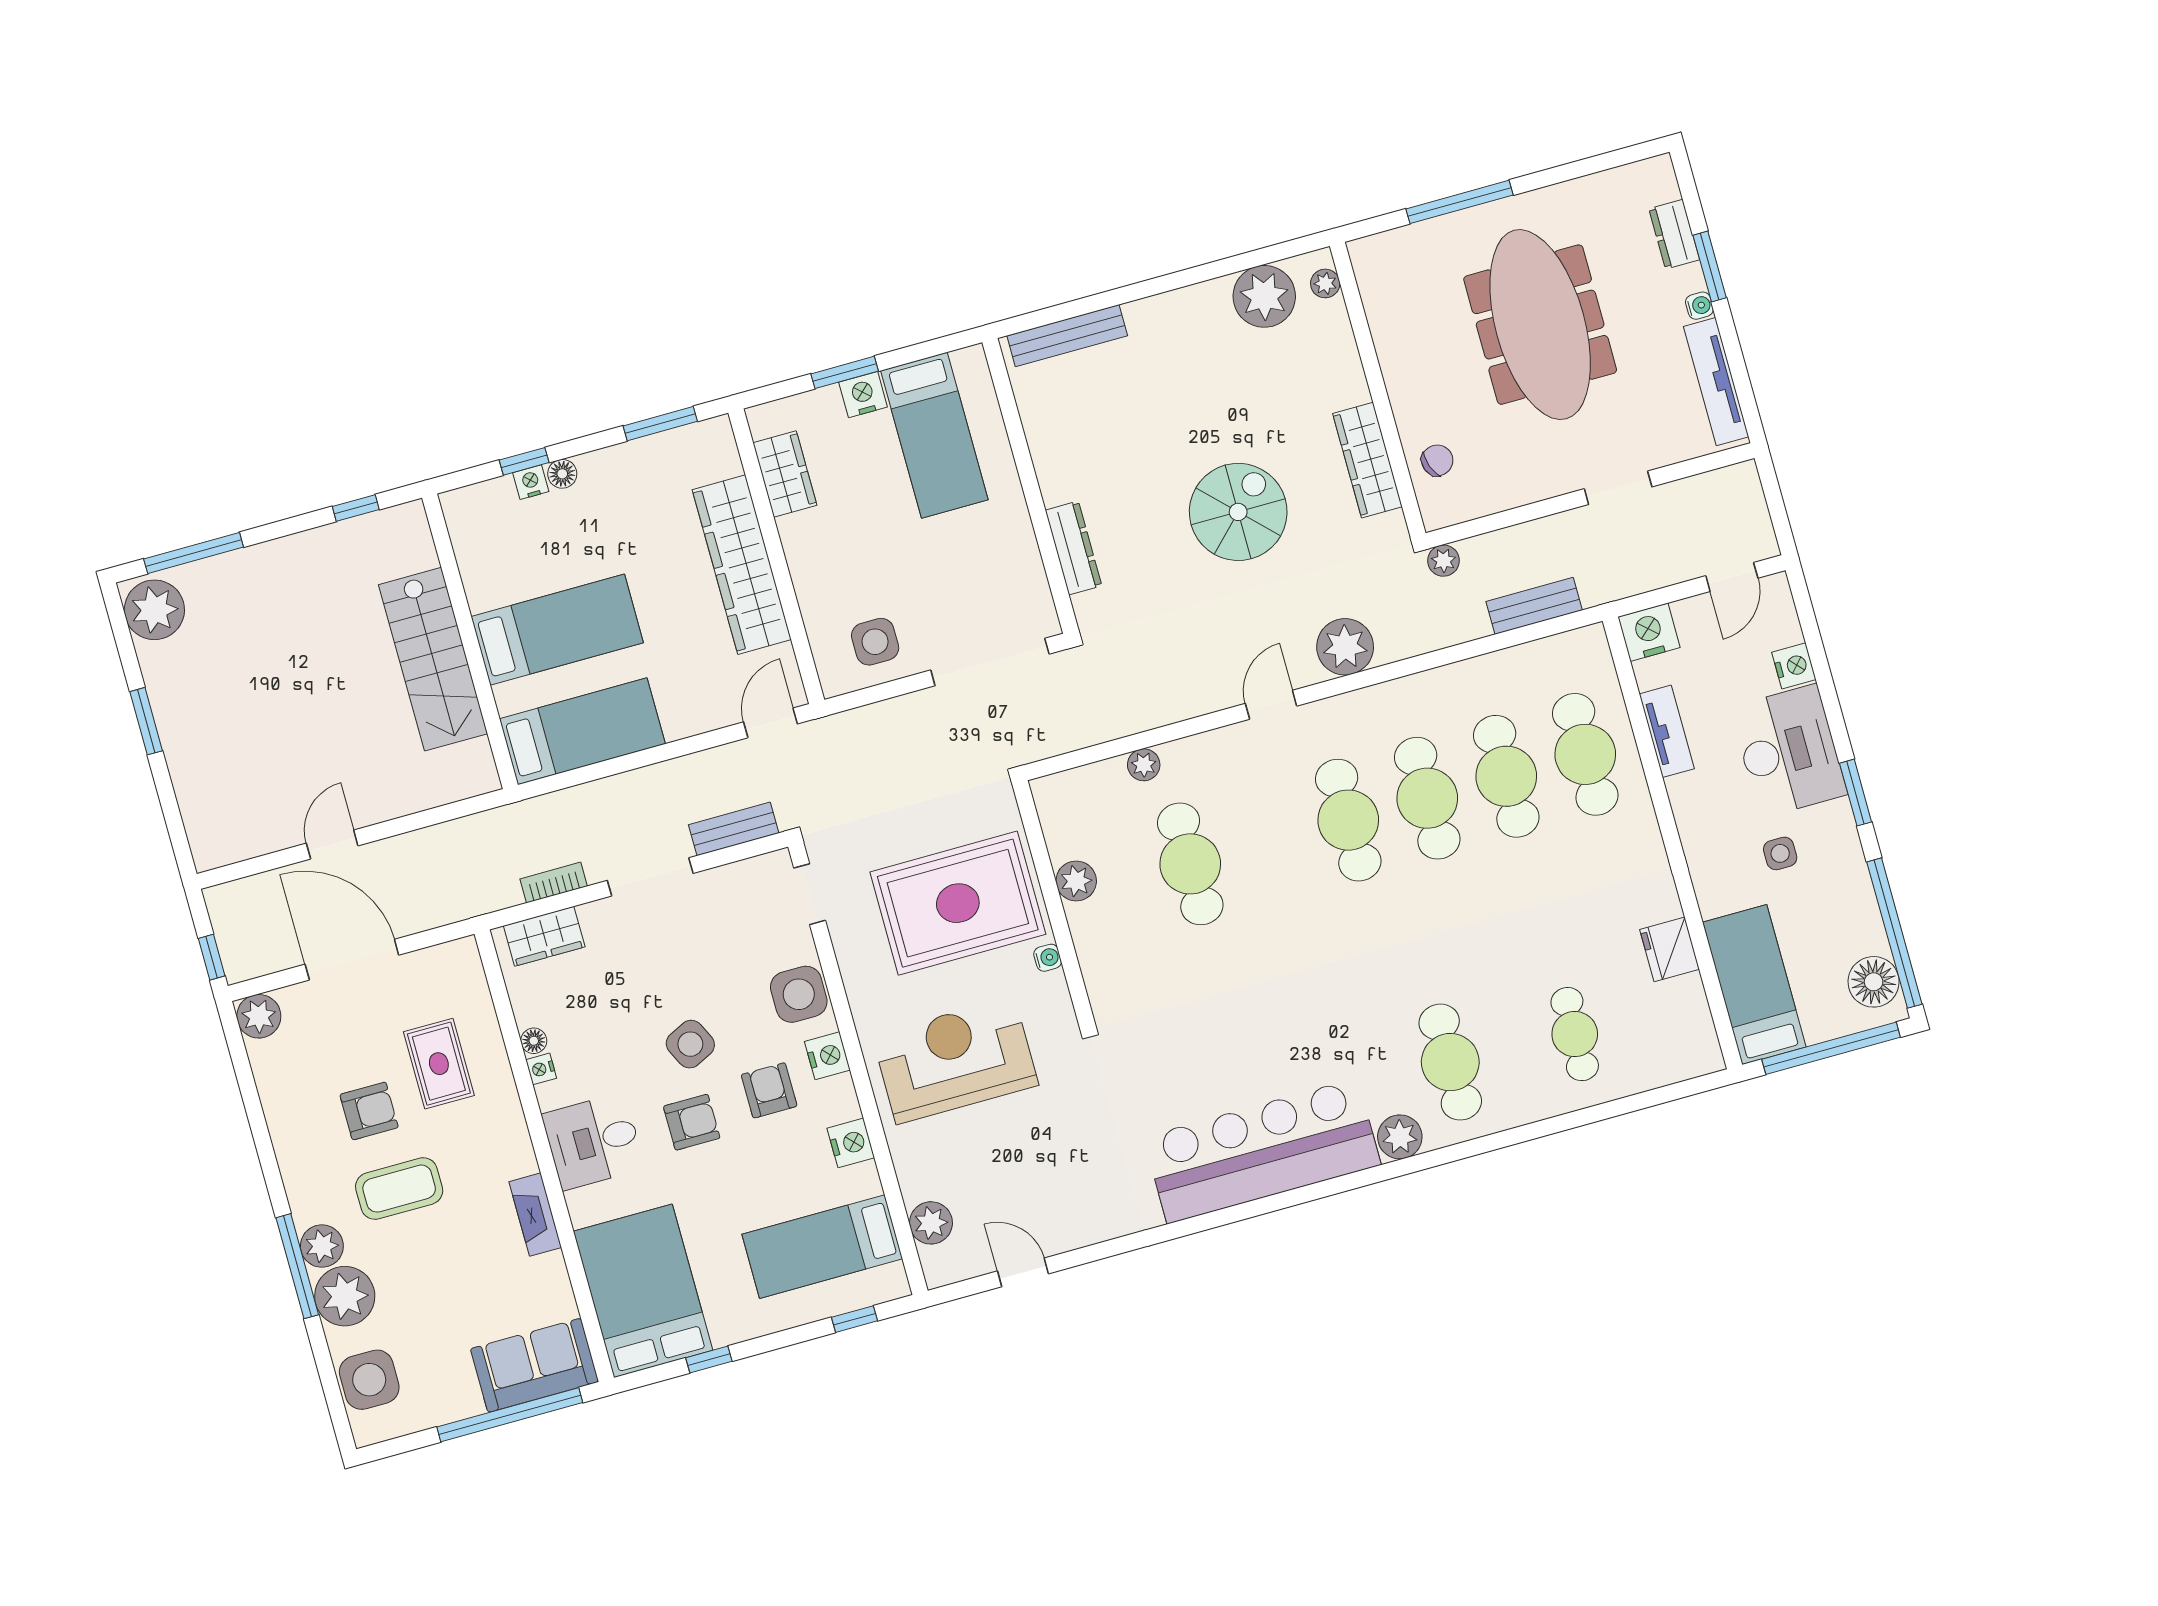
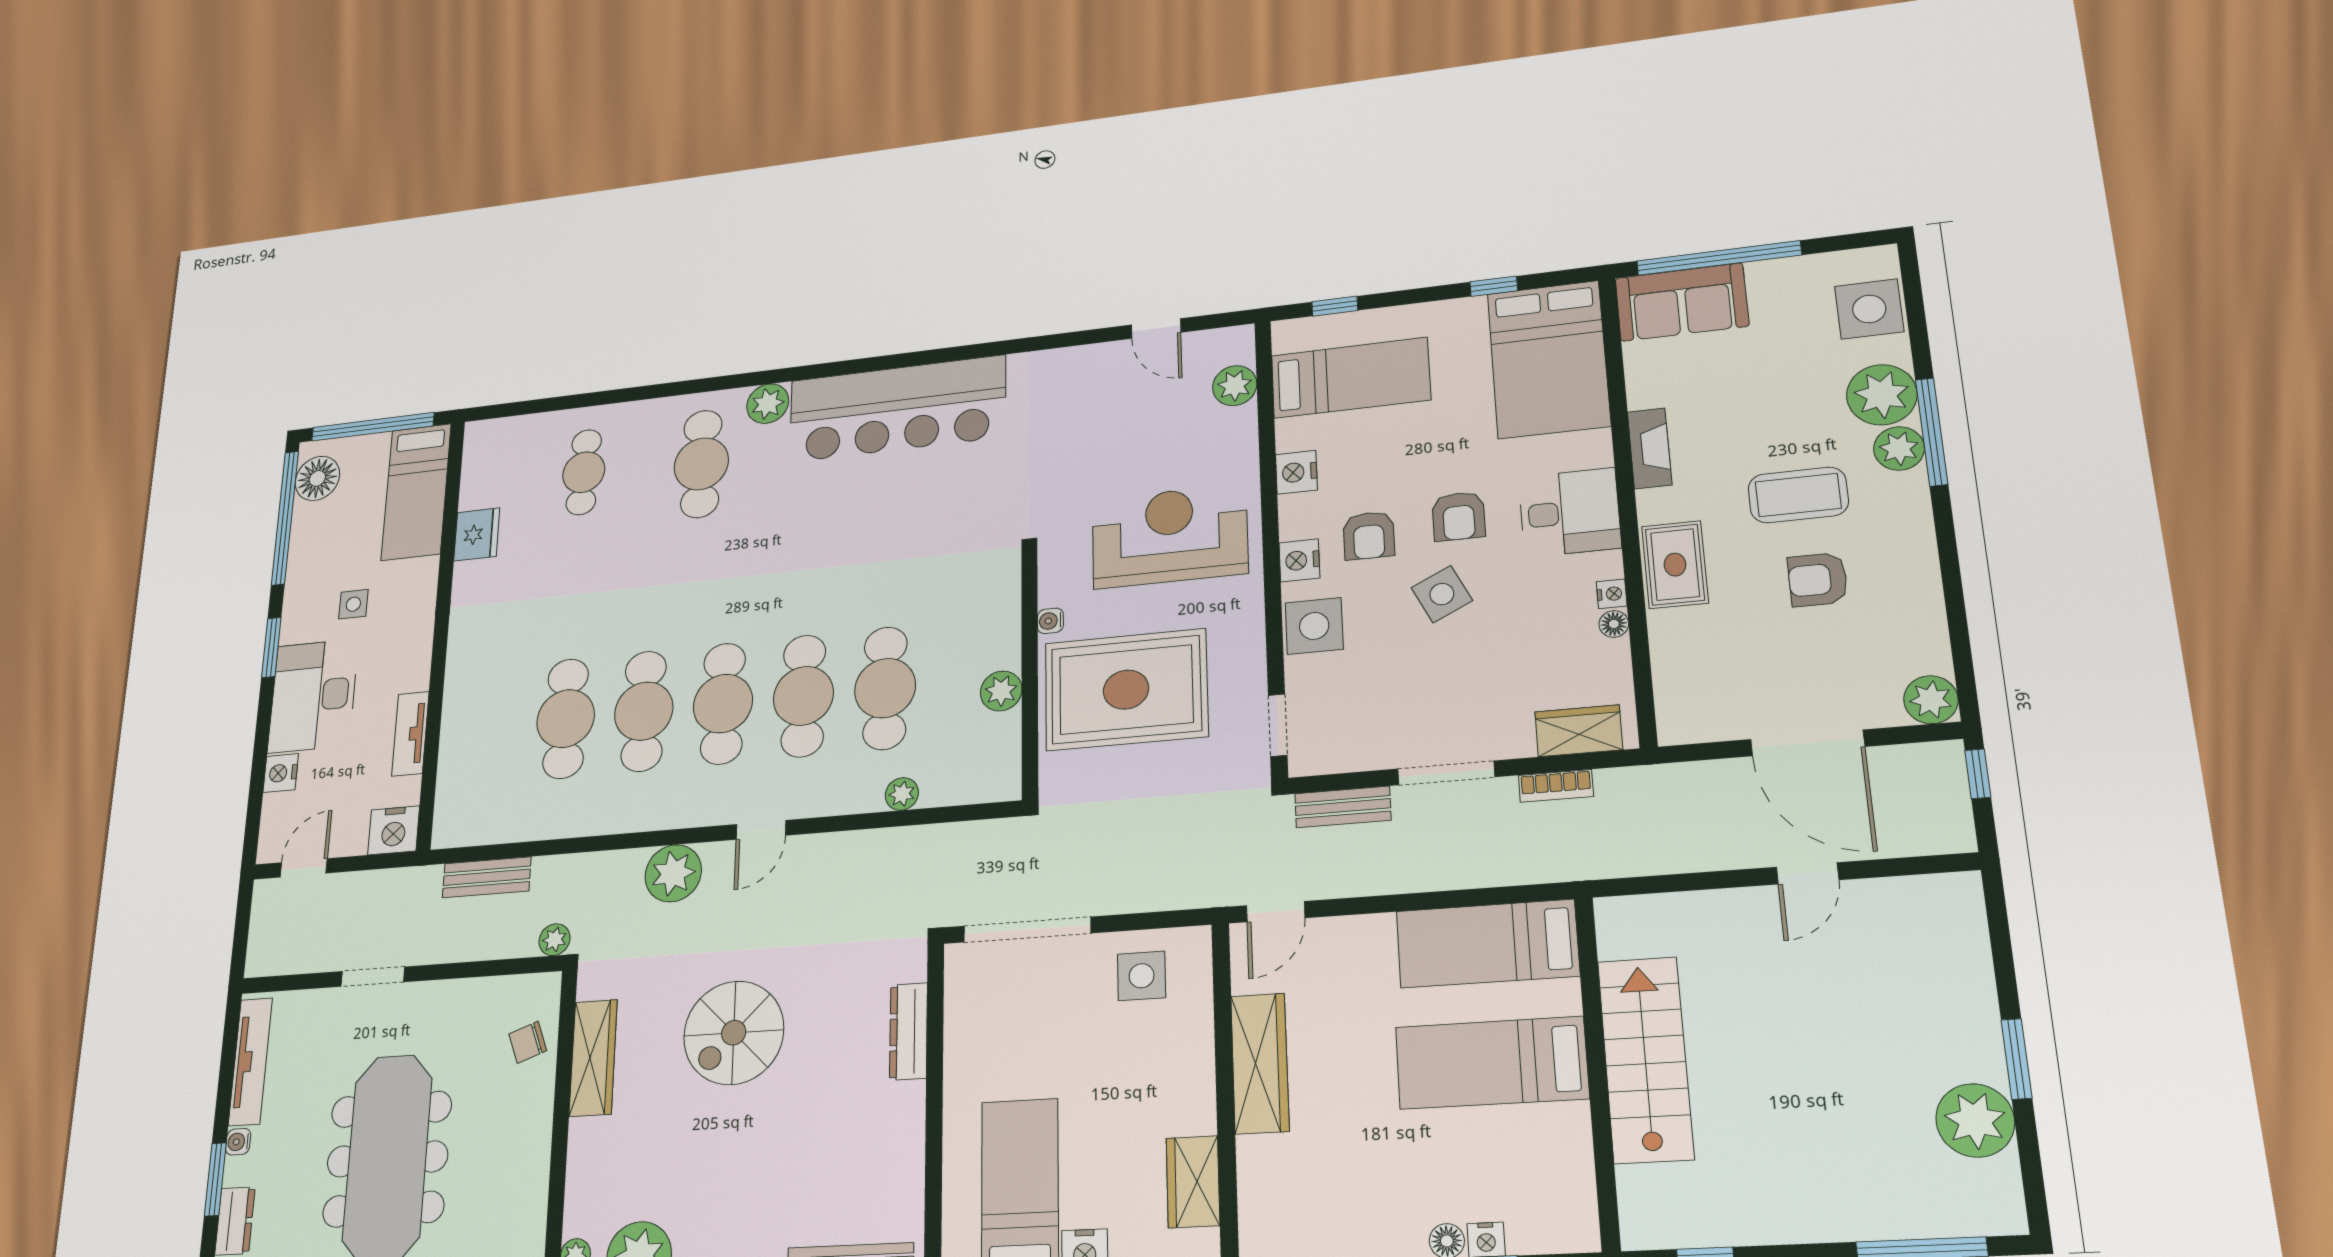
wardrobe: (742, 565) -> (1260, 1063), width x0.71, depth x0.85
plant: (154, 610) -> (1975, 1120), moved
cafe table: (1585, 754) -> (803, 696), moved
reception desk: (955, 1060) -> (1170, 536), turned 180
rug: (439, 1064) -> (1675, 565), moved
armchair: (692, 1122) -> (1459, 516), turned -90

